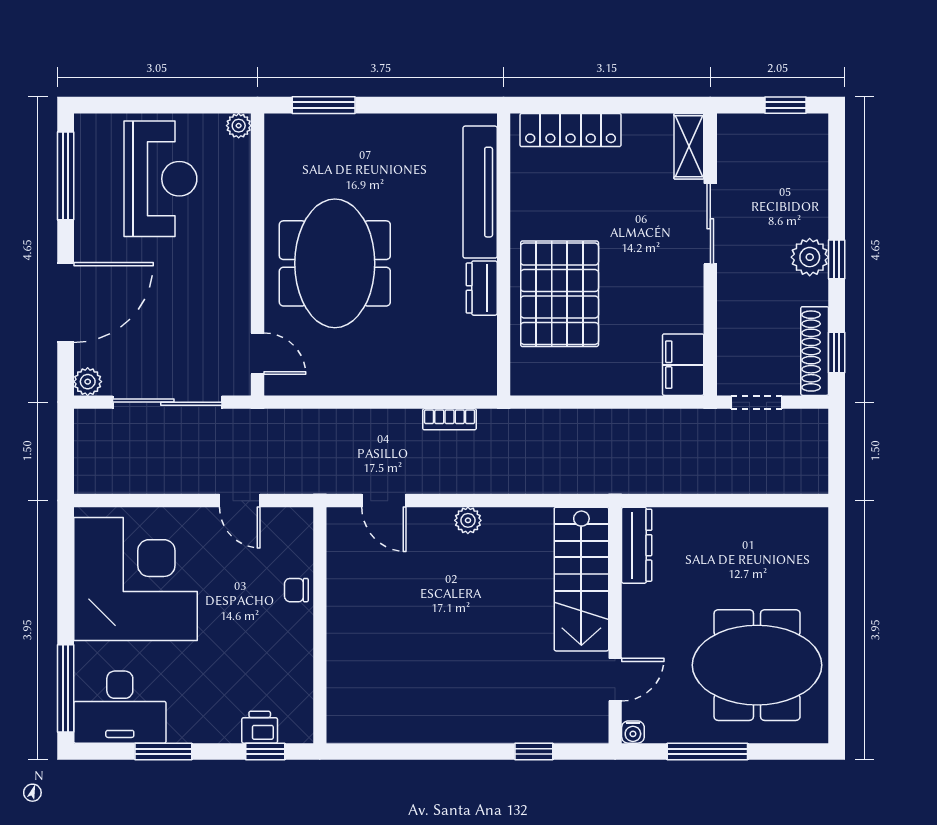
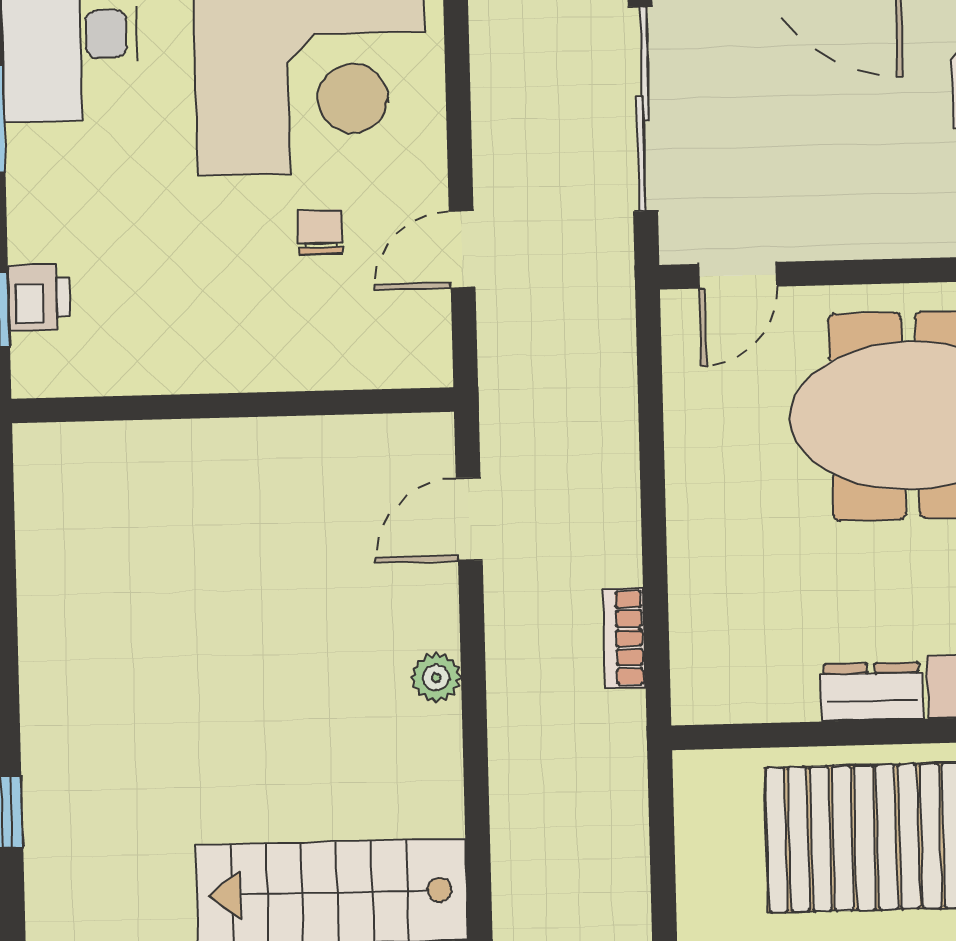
chair: (296, 590) -> (320, 232), moved

